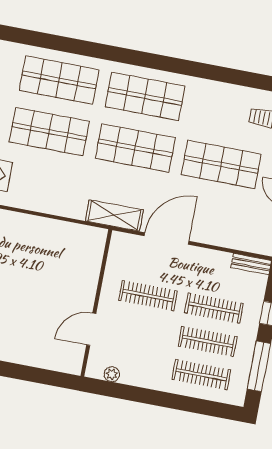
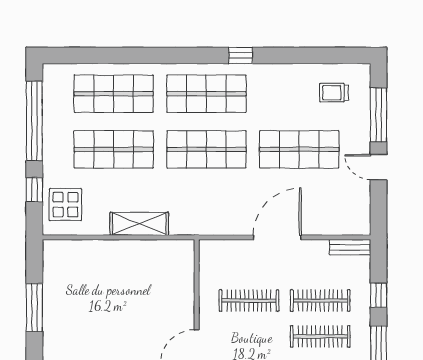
window: (184, 67) -> (241, 55), added
shelving: (114, 215) -> (139, 224), moved
door: (167, 238) -> (277, 237), moved

